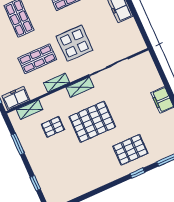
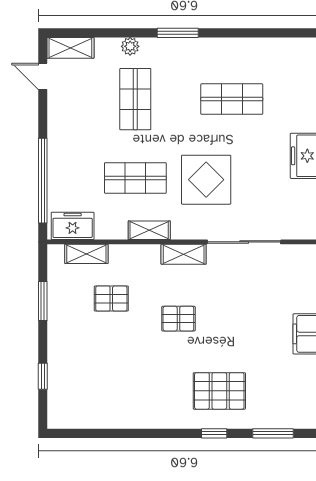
pallet: (92, 122) -> (178, 319), width x0.49, depth x0.50

